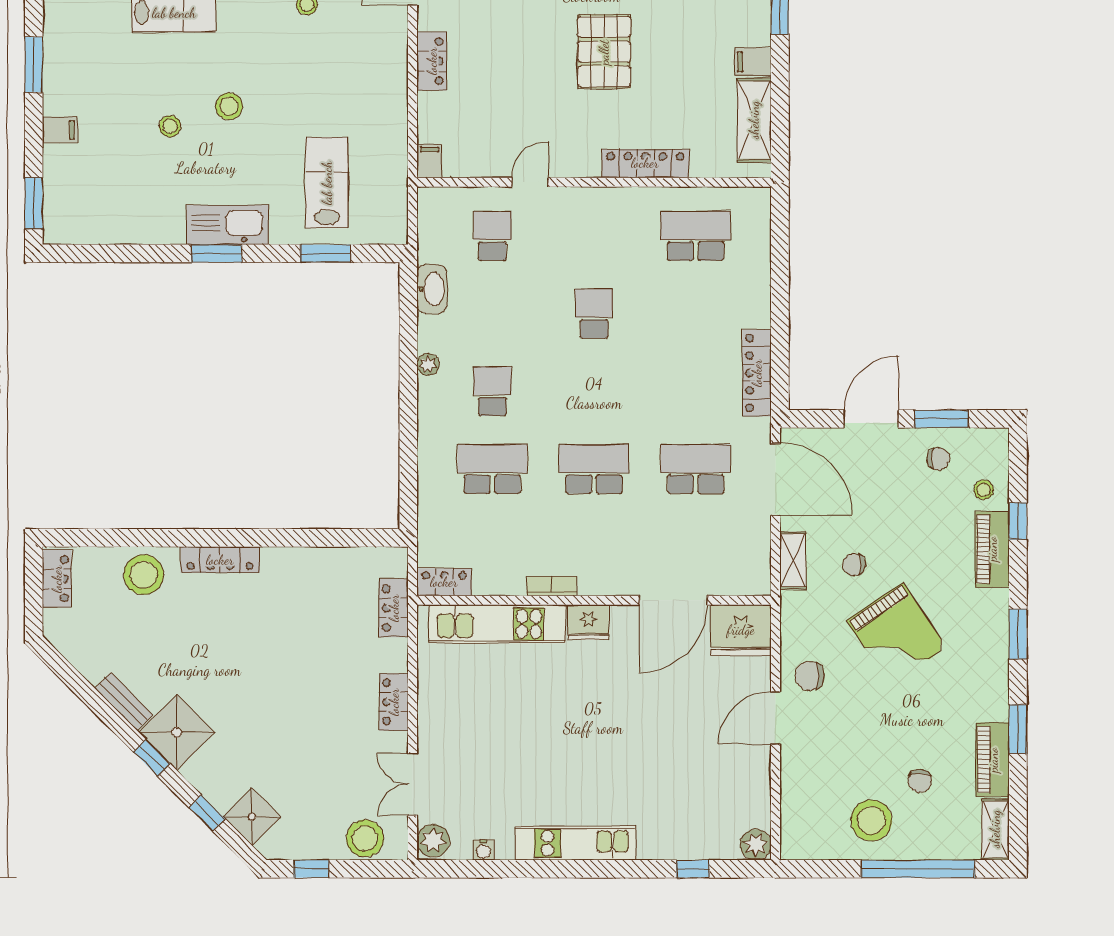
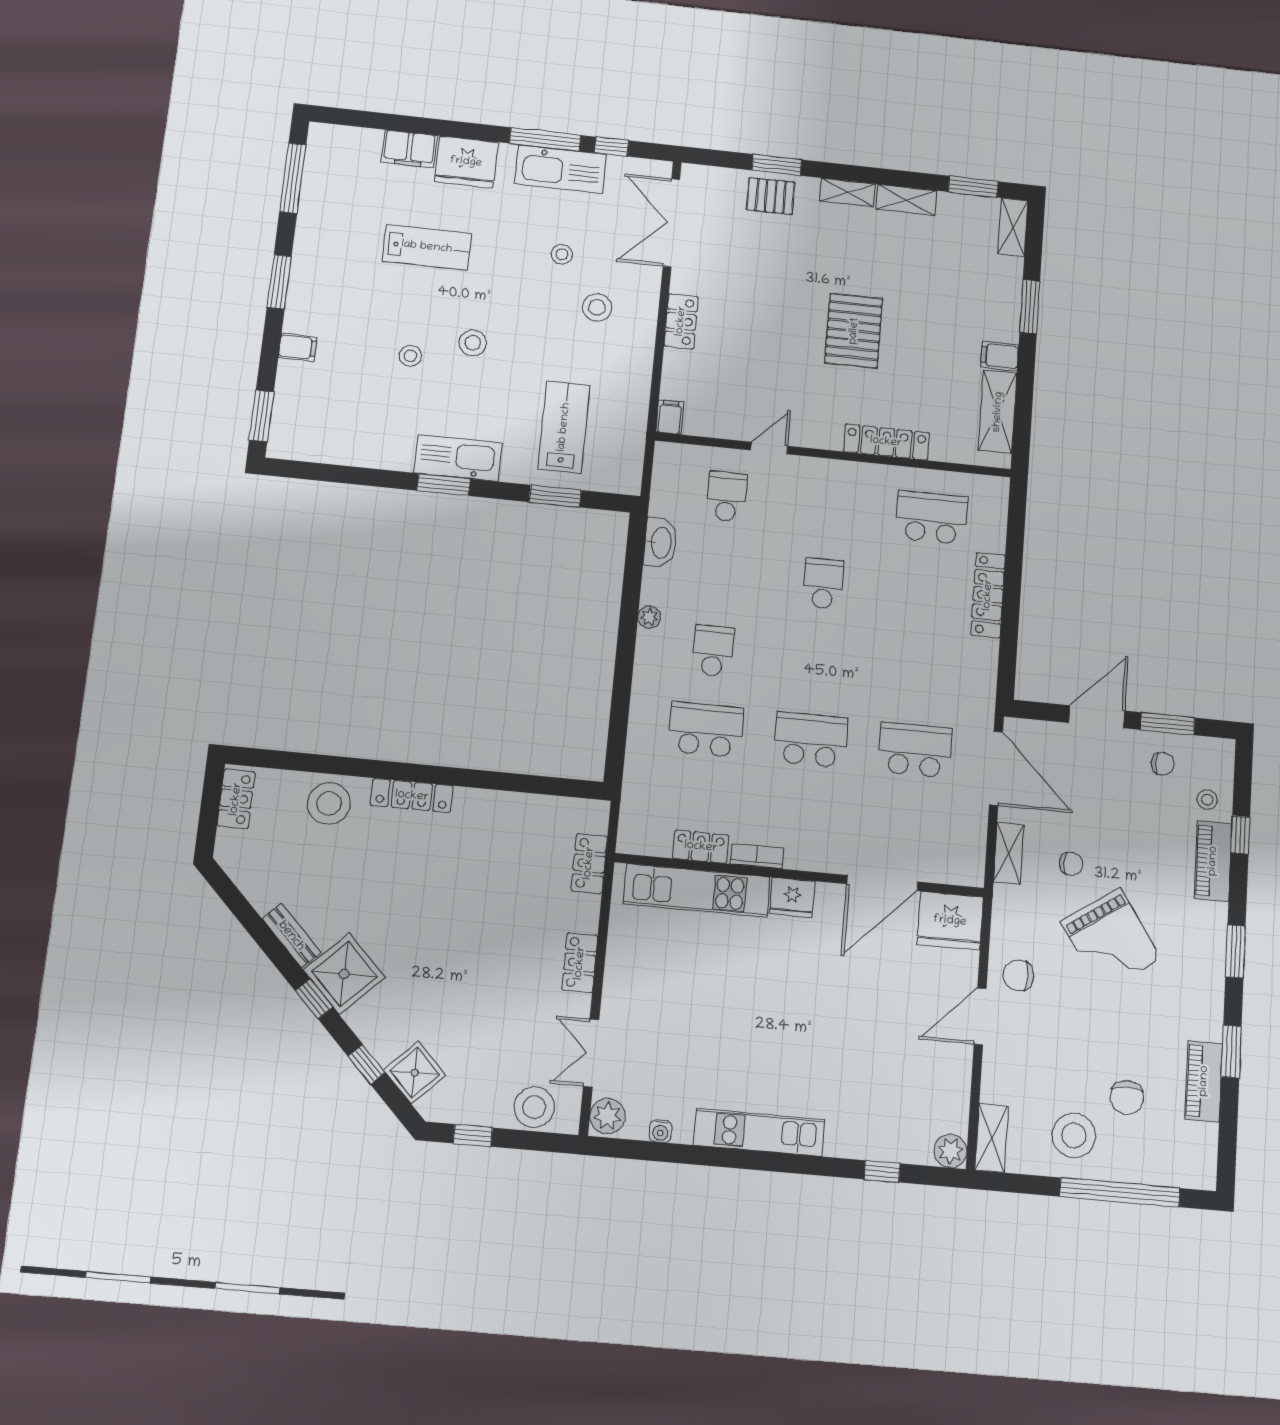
stool: (347, 56) -> (597, 307), added
locker: (757, 373) -> (988, 595), moved
chair: (854, 565) -> (1071, 864), turned 180
locker: (444, 582) -> (701, 847), moved
chair: (920, 781) -> (1127, 1097), width x1.37, depth x1.37
shelving: (995, 829) -> (992, 1138), moved

